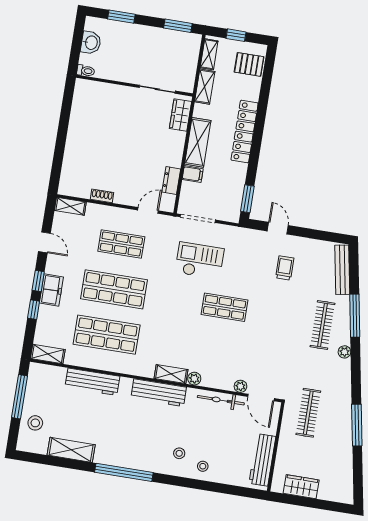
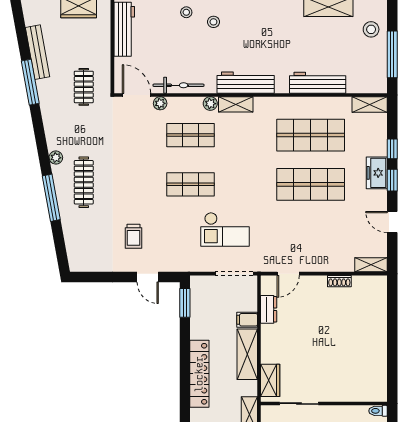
shop shelf: (121, 244) -> (191, 135), moved
bench: (342, 270) -> (38, 52), moved
clothes rail: (308, 413) -> (84, 87), width x0.73

